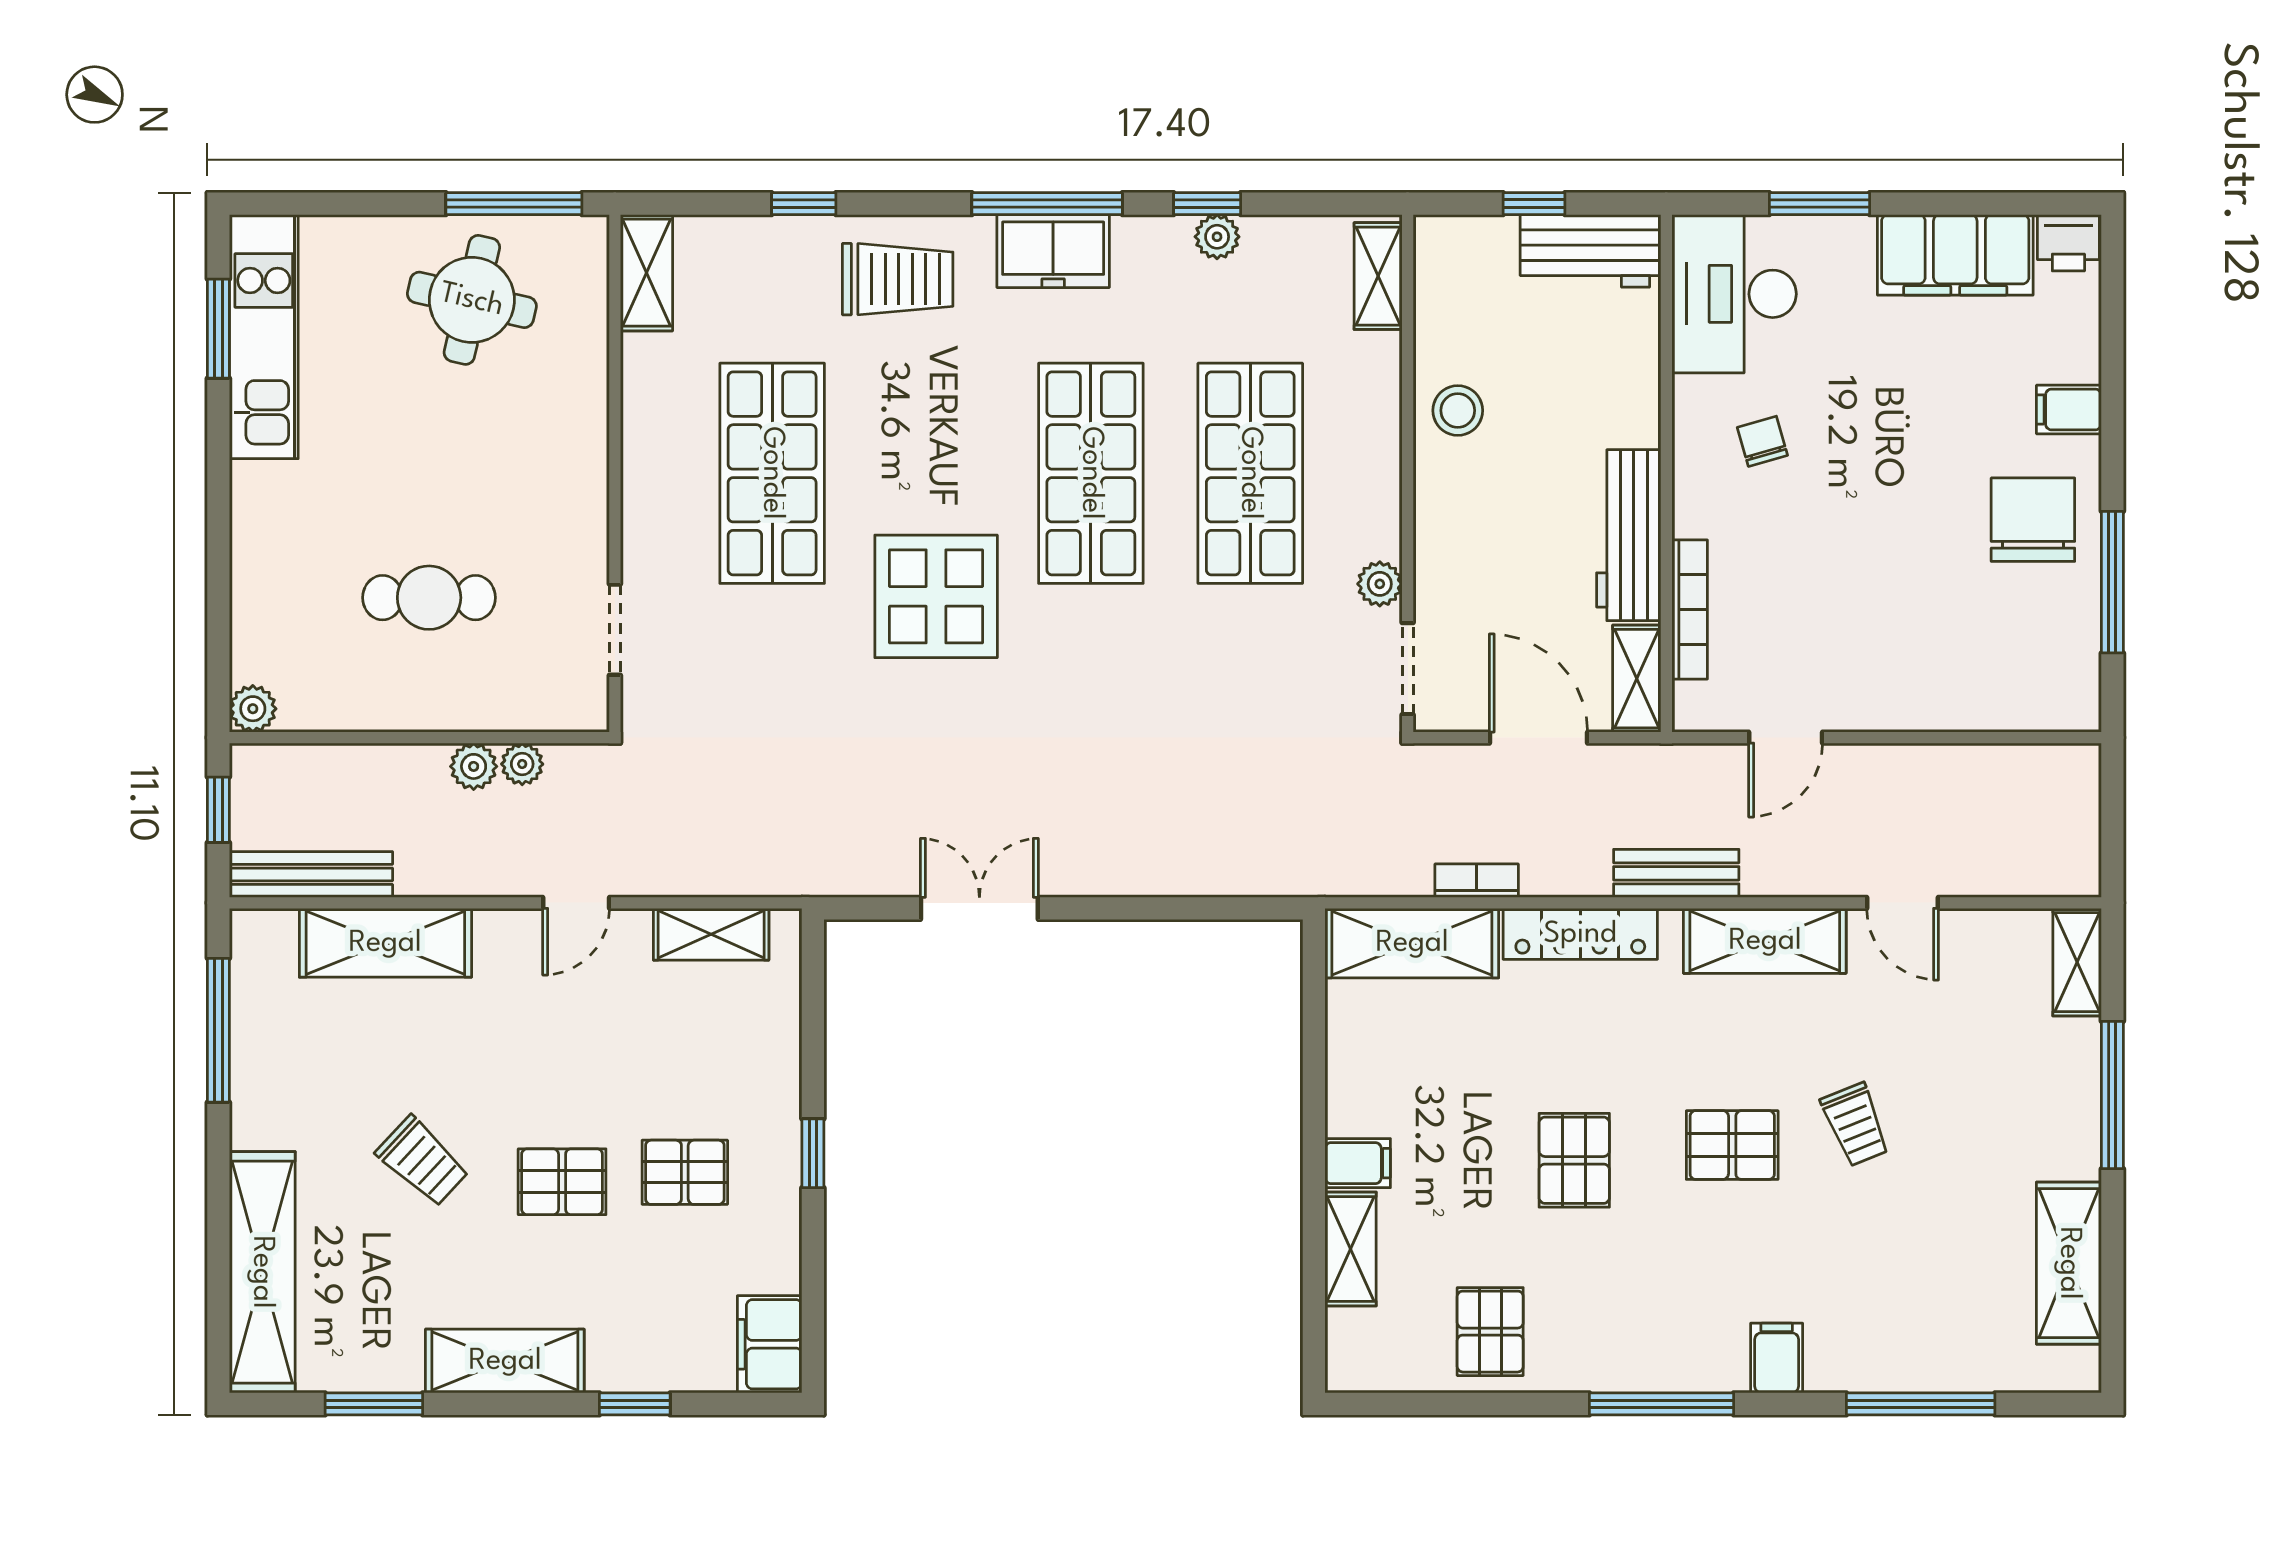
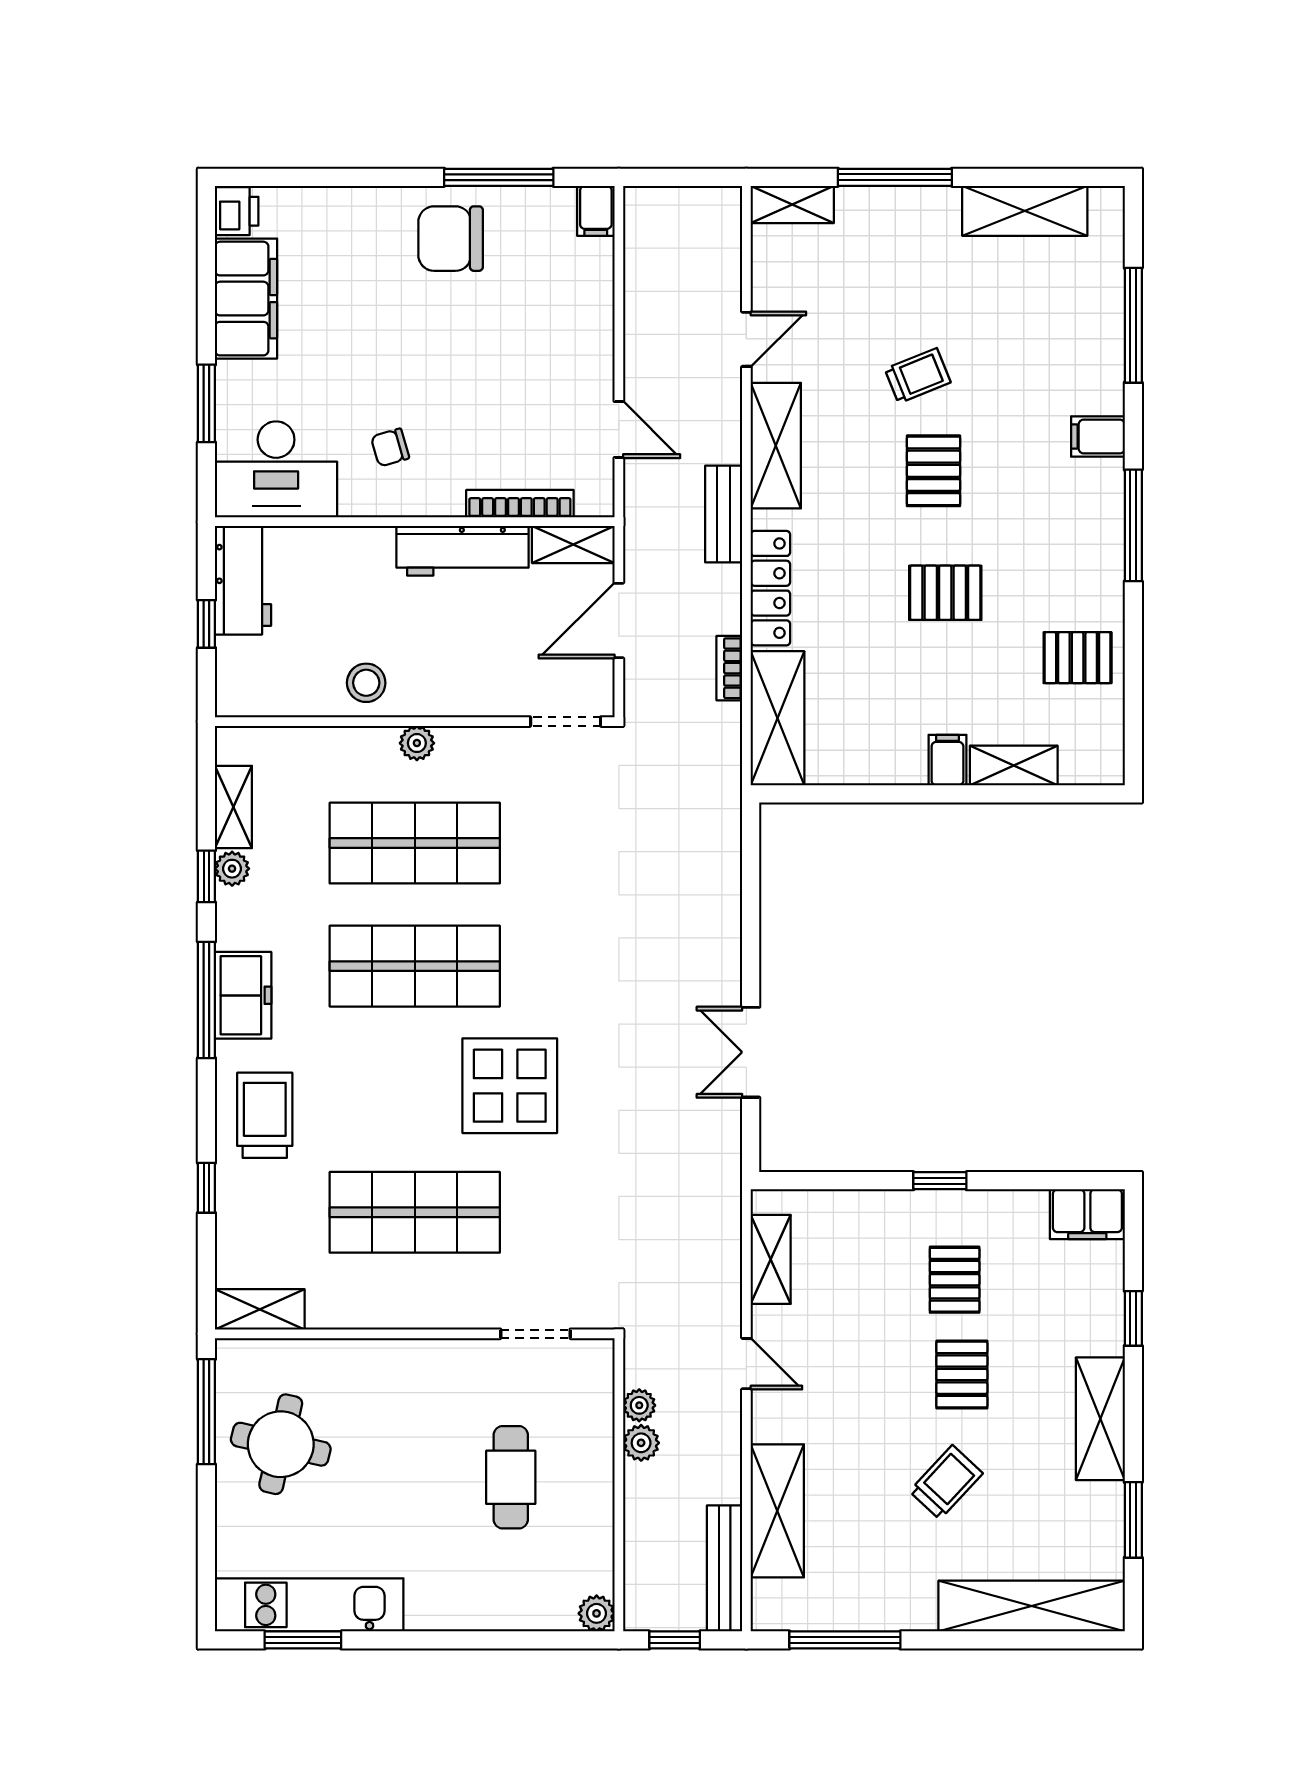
shelving: (1378, 276) -> (233, 807), moved, turned 90
filing cabinet: (2069, 409) -> (596, 211), moved
plant: (1380, 584) -> (417, 743), moved

